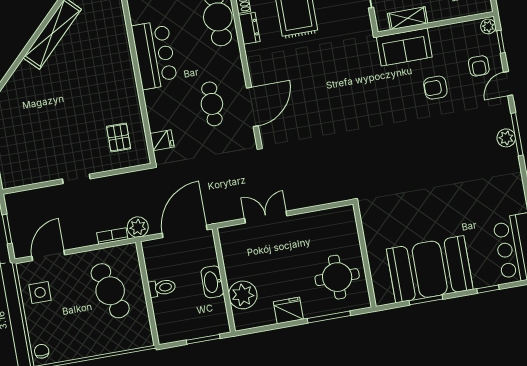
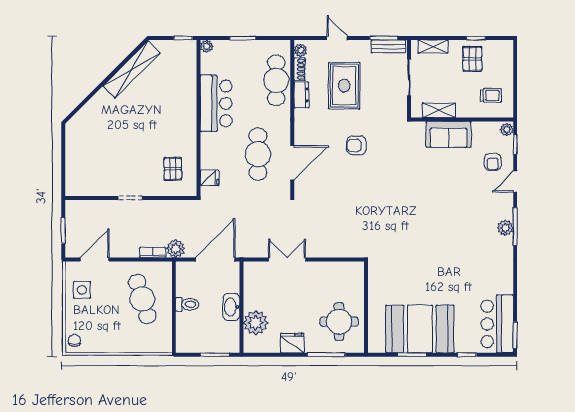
sofa: (404, 47) -> (449, 134), moved
armchair: (435, 88) -> (356, 145), moved
cafe table: (212, 104) -> (258, 154), width x1.37, depth x1.35

